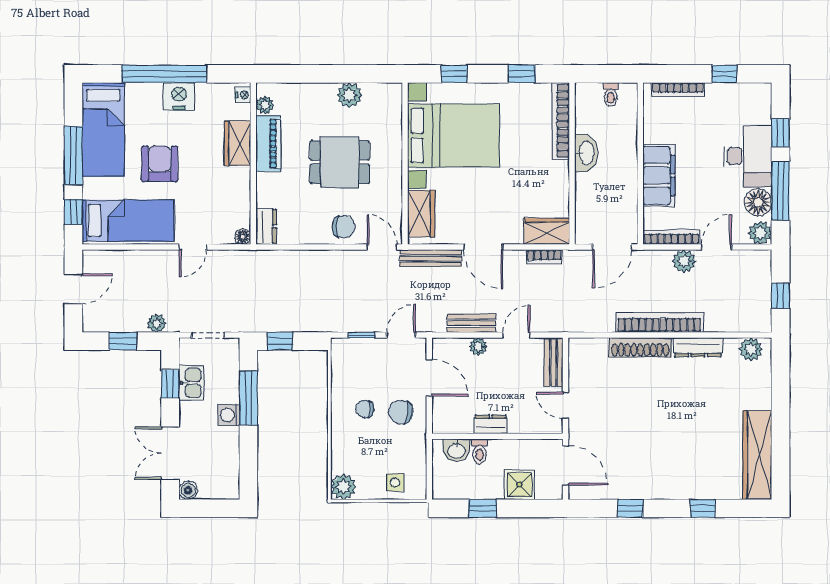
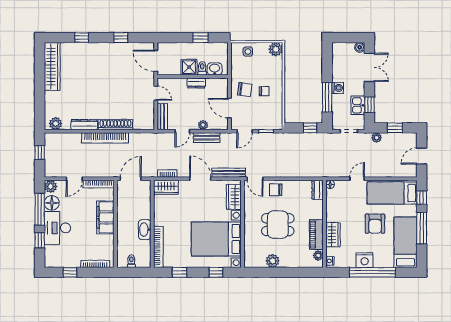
plant: (684, 261) -> (92, 171), removed
shower: (519, 485) -> (189, 67), moved

